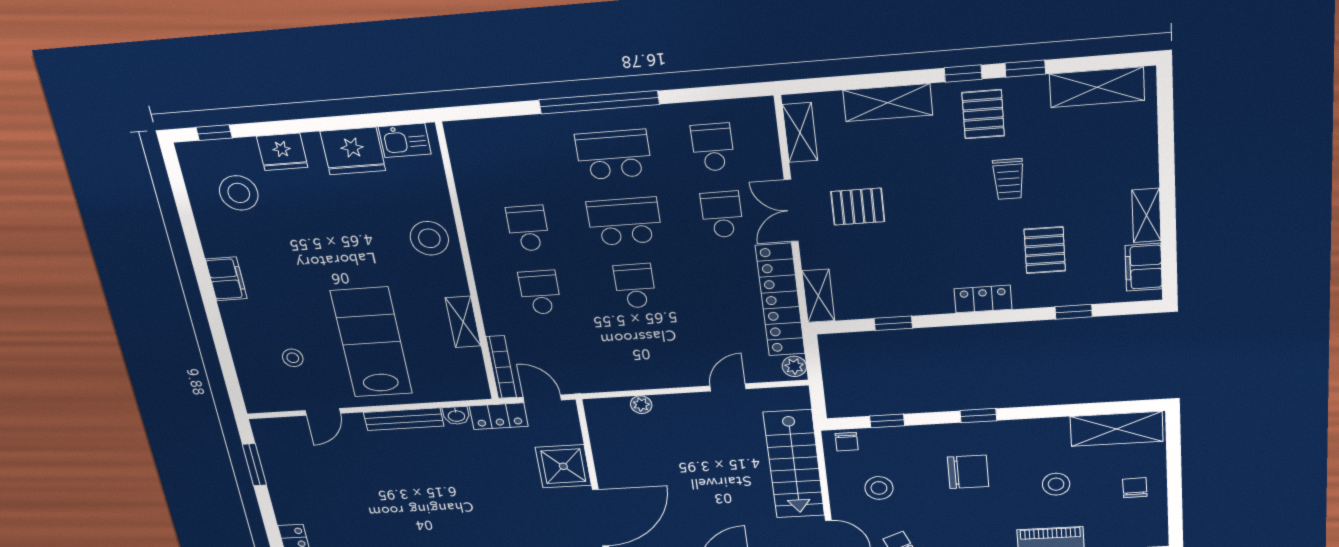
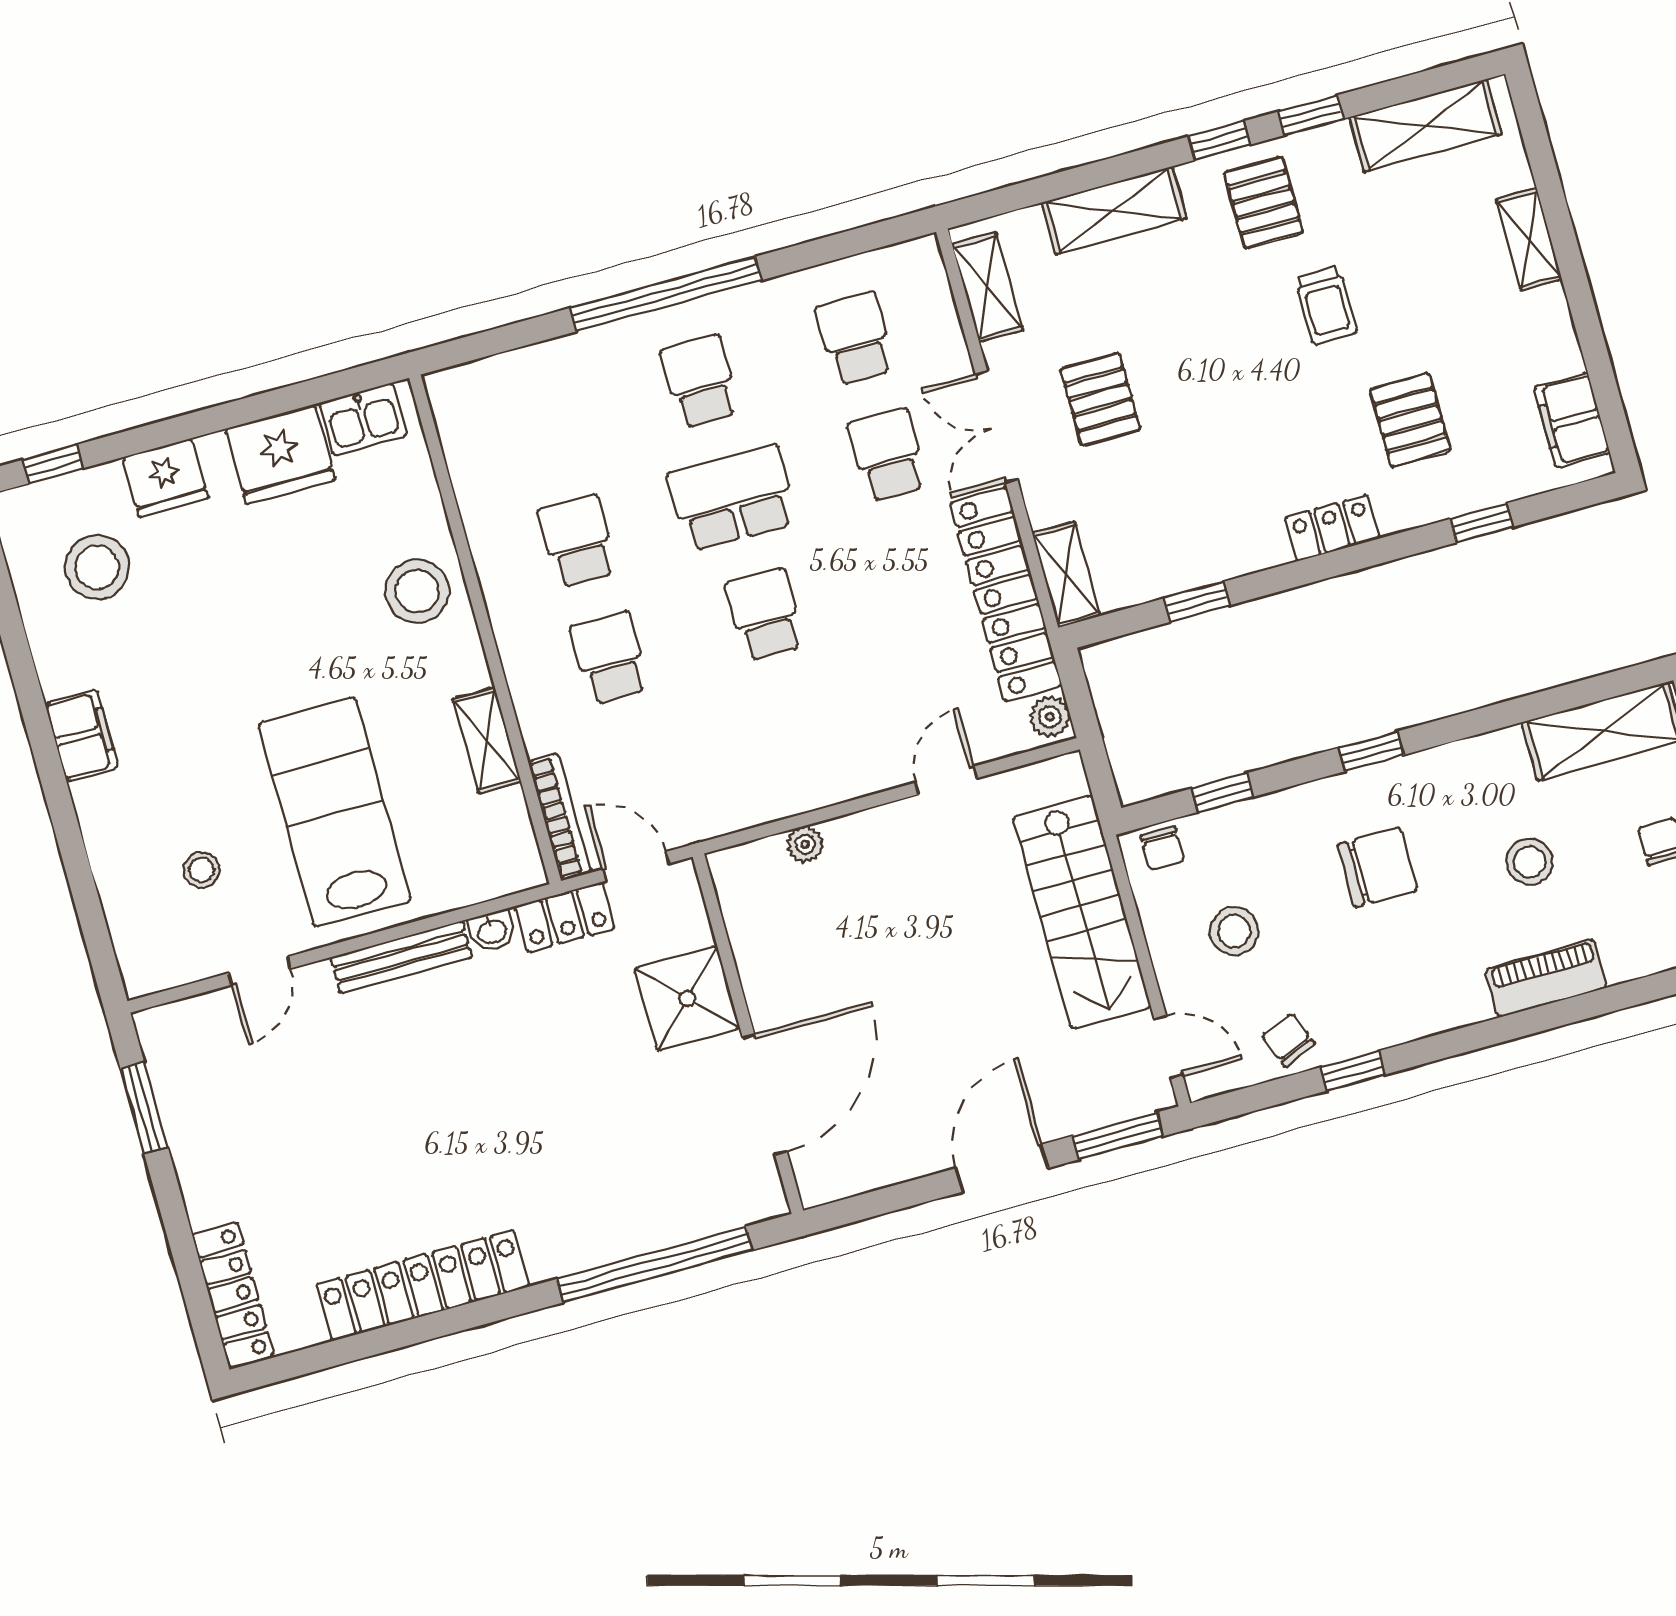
school desk: (614, 155) -> (700, 381), width x0.54
pallet: (858, 207) -> (1100, 399), turned 90
shelving: (1146, 215) -> (1529, 239), moved

